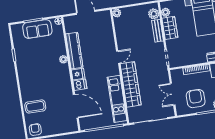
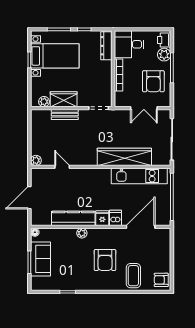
plant: (154, 14) -> (44, 116), removed
door: (118, 57) -> (62, 167), moved
armchair: (44, 81) -> (105, 260), added
armchair: (196, 99) -> (153, 81), turned -90

